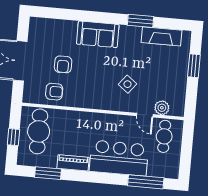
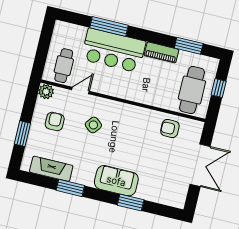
window: (81, 16) -> (131, 203), added
armchair: (63, 64) -> (55, 122), moved
plant: (162, 108) -> (46, 92), moved
door: (145, 115) -> (80, 90), hinge flipped
window: (146, 182) -> (109, 26), moved

